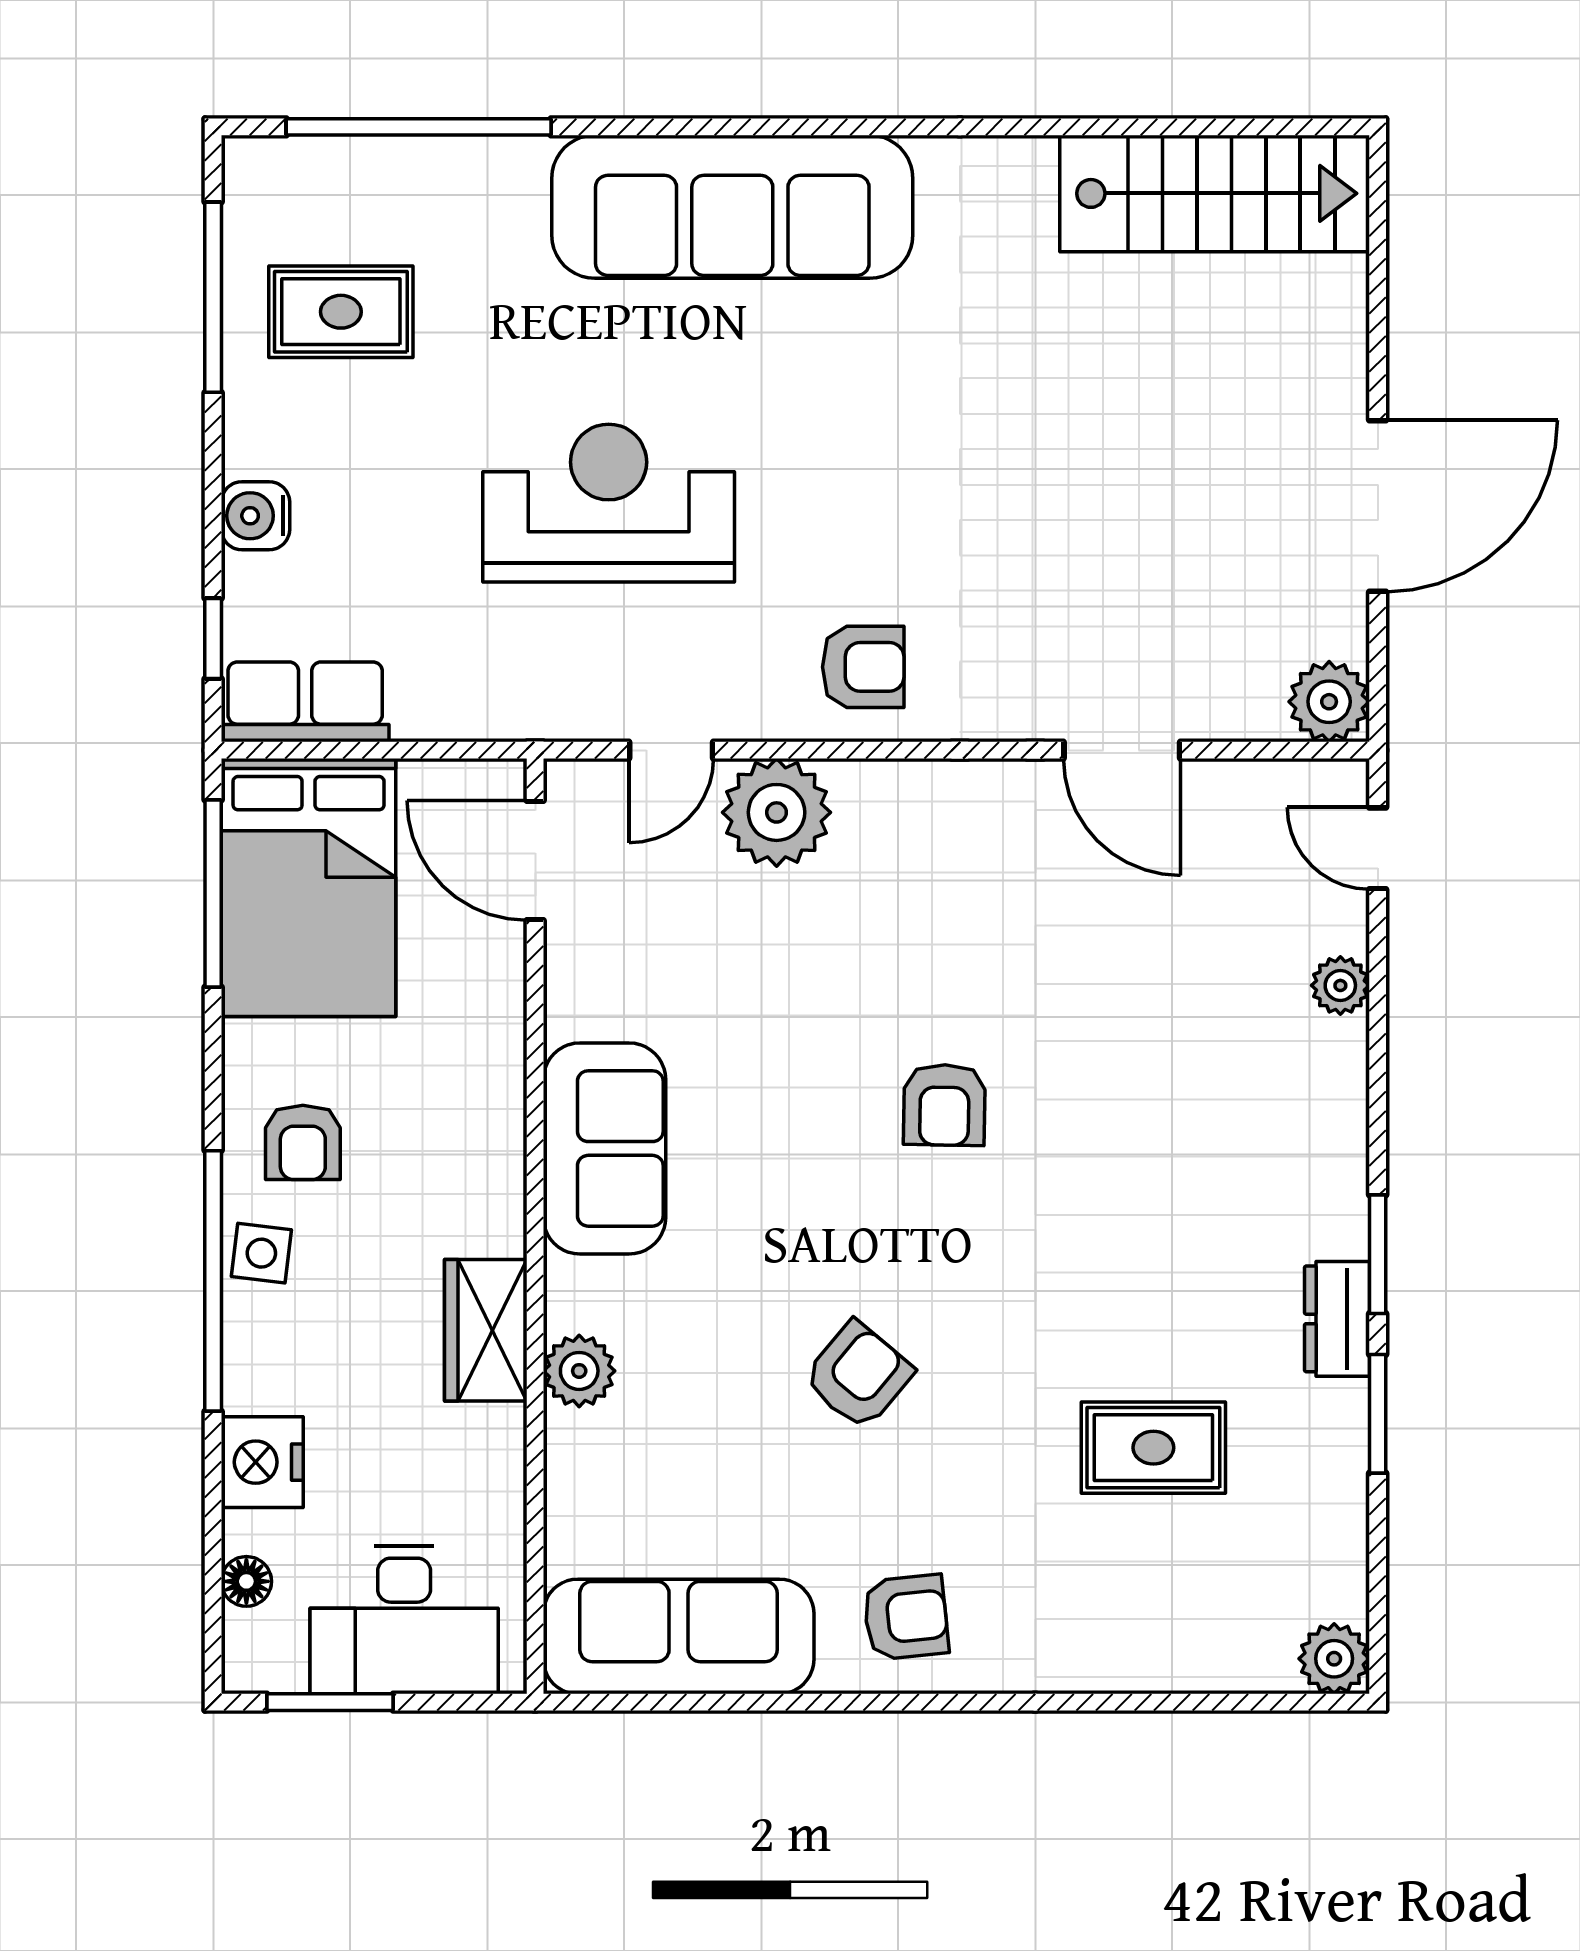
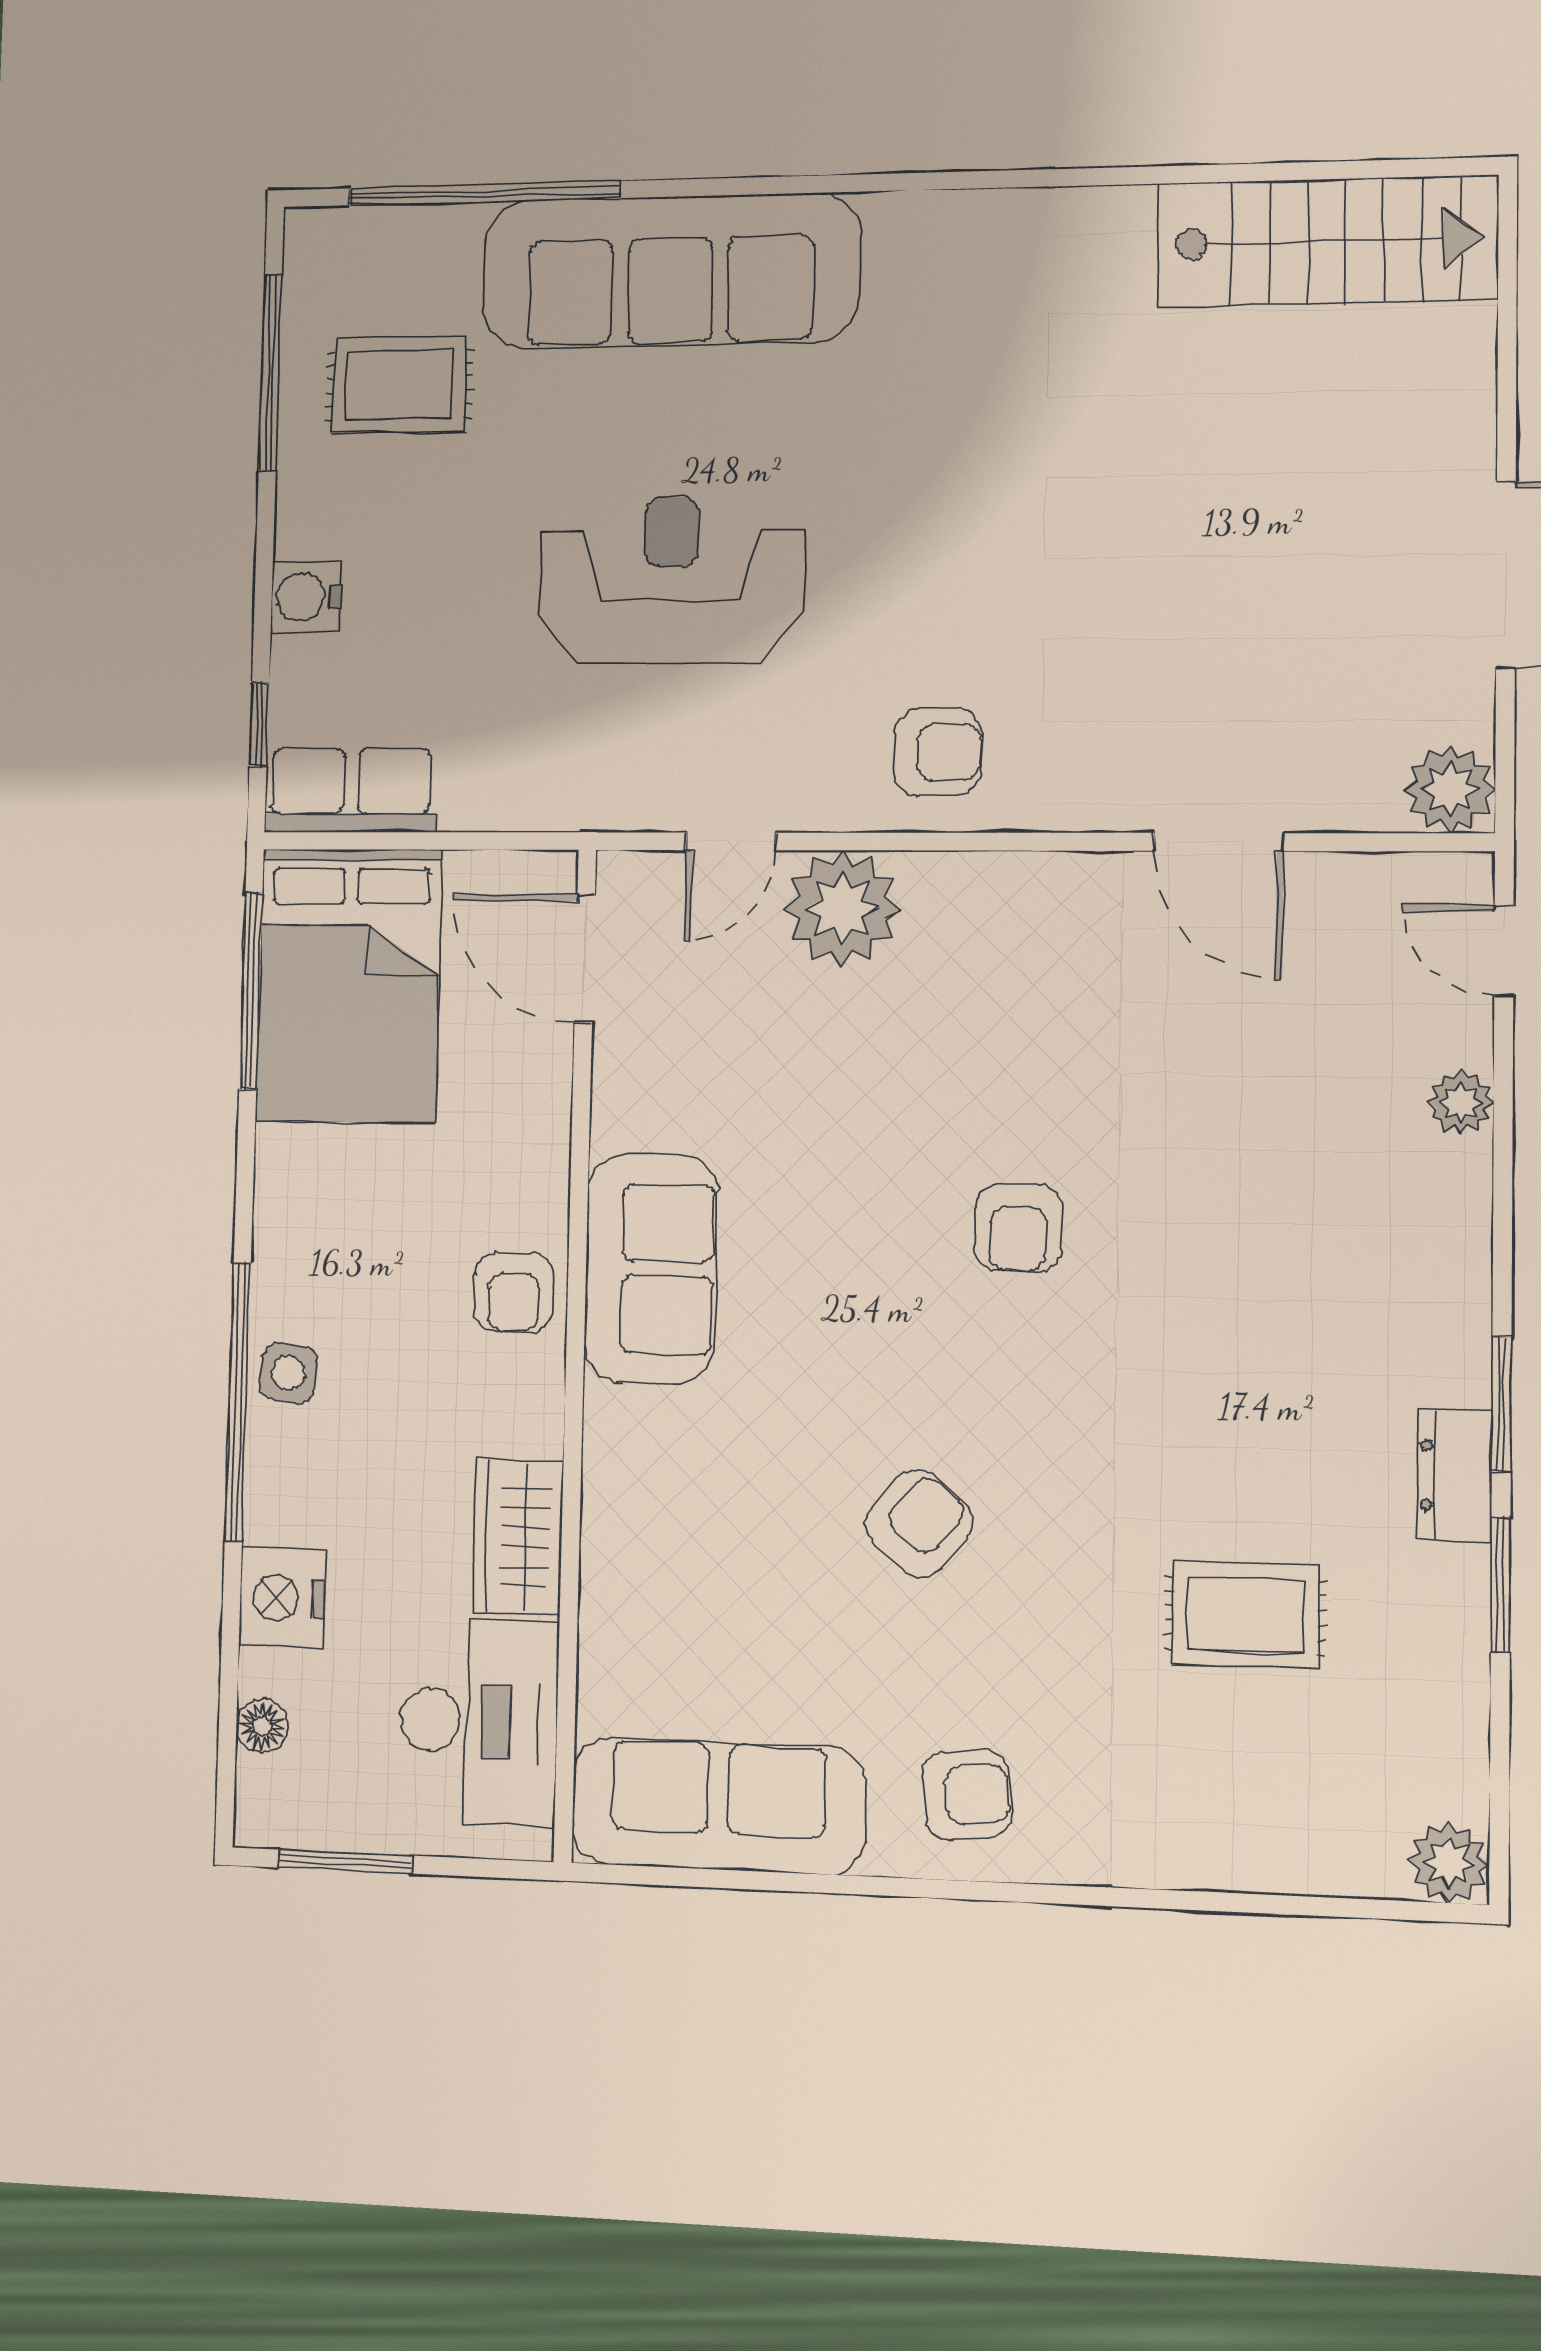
sofa: (732, 207) -> (670, 271), moved
armchair: (303, 1142) -> (514, 1292), moved
wardrobe: (486, 1330) -> (518, 1537), moved
plant: (579, 1371) -> (618, 1509), removed
desk: (404, 1620) -> (479, 1721), moved, turned -90

